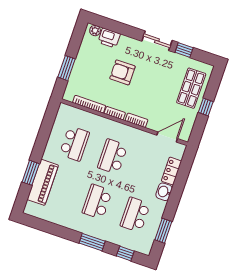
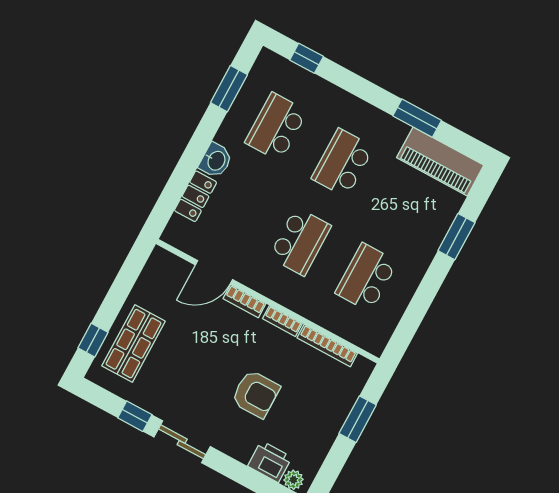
window: (206, 107) -> (93, 340), moved
door: (167, 137) -> (214, 272), moved
piano: (43, 182) -> (440, 161), moved, turned -90
school desk: (97, 202) -> (343, 163), turned 180
school desk: (135, 215) -> (276, 127), turned 180
window: (92, 242) -> (417, 118), moved

